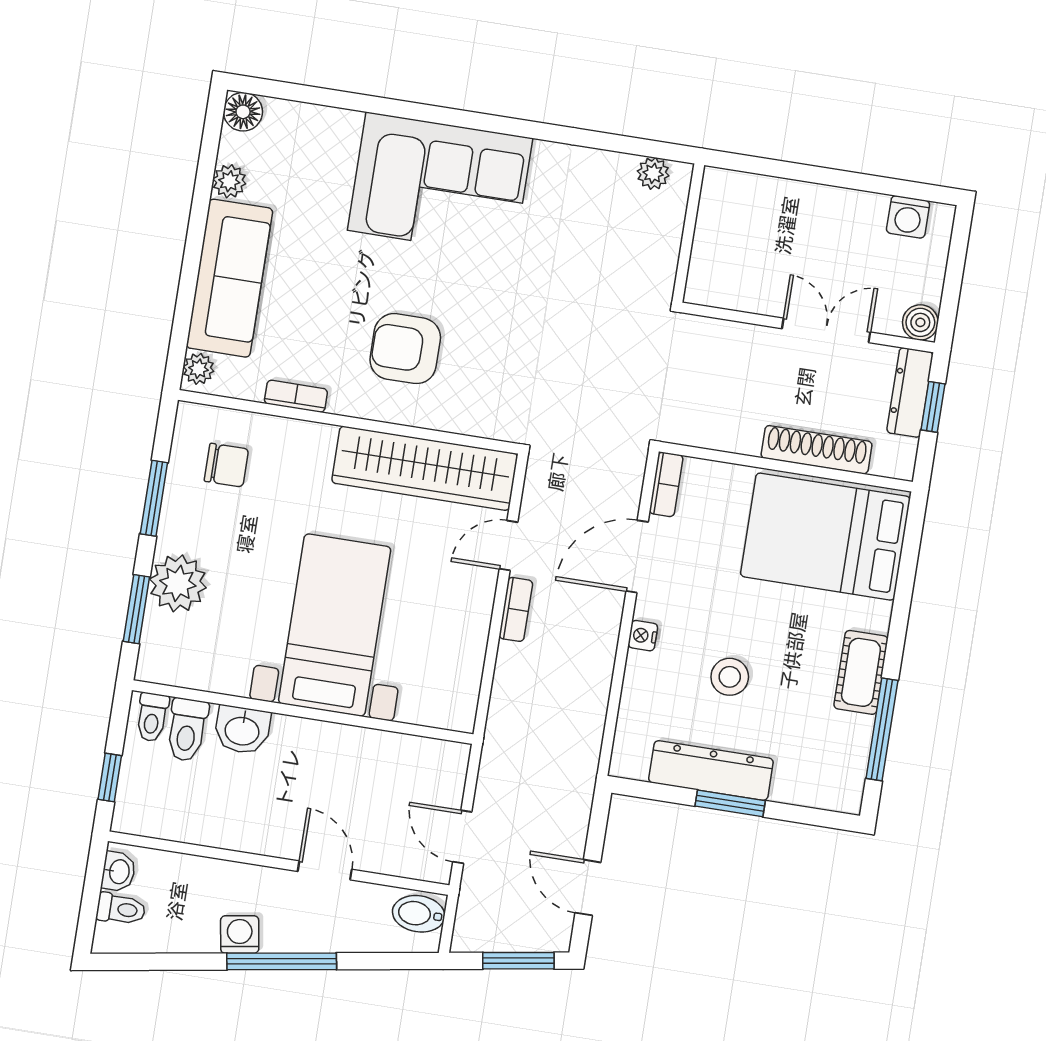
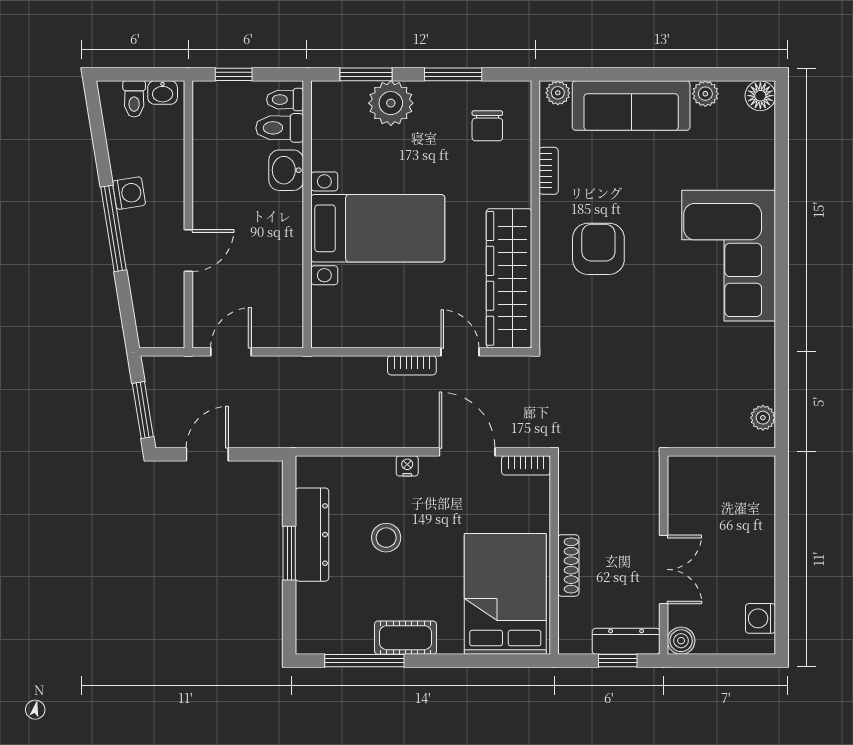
shoe rack: (817, 450) -> (568, 565), width x0.74, depth x0.81
bidet: (419, 914) -> (167, 328), removed

